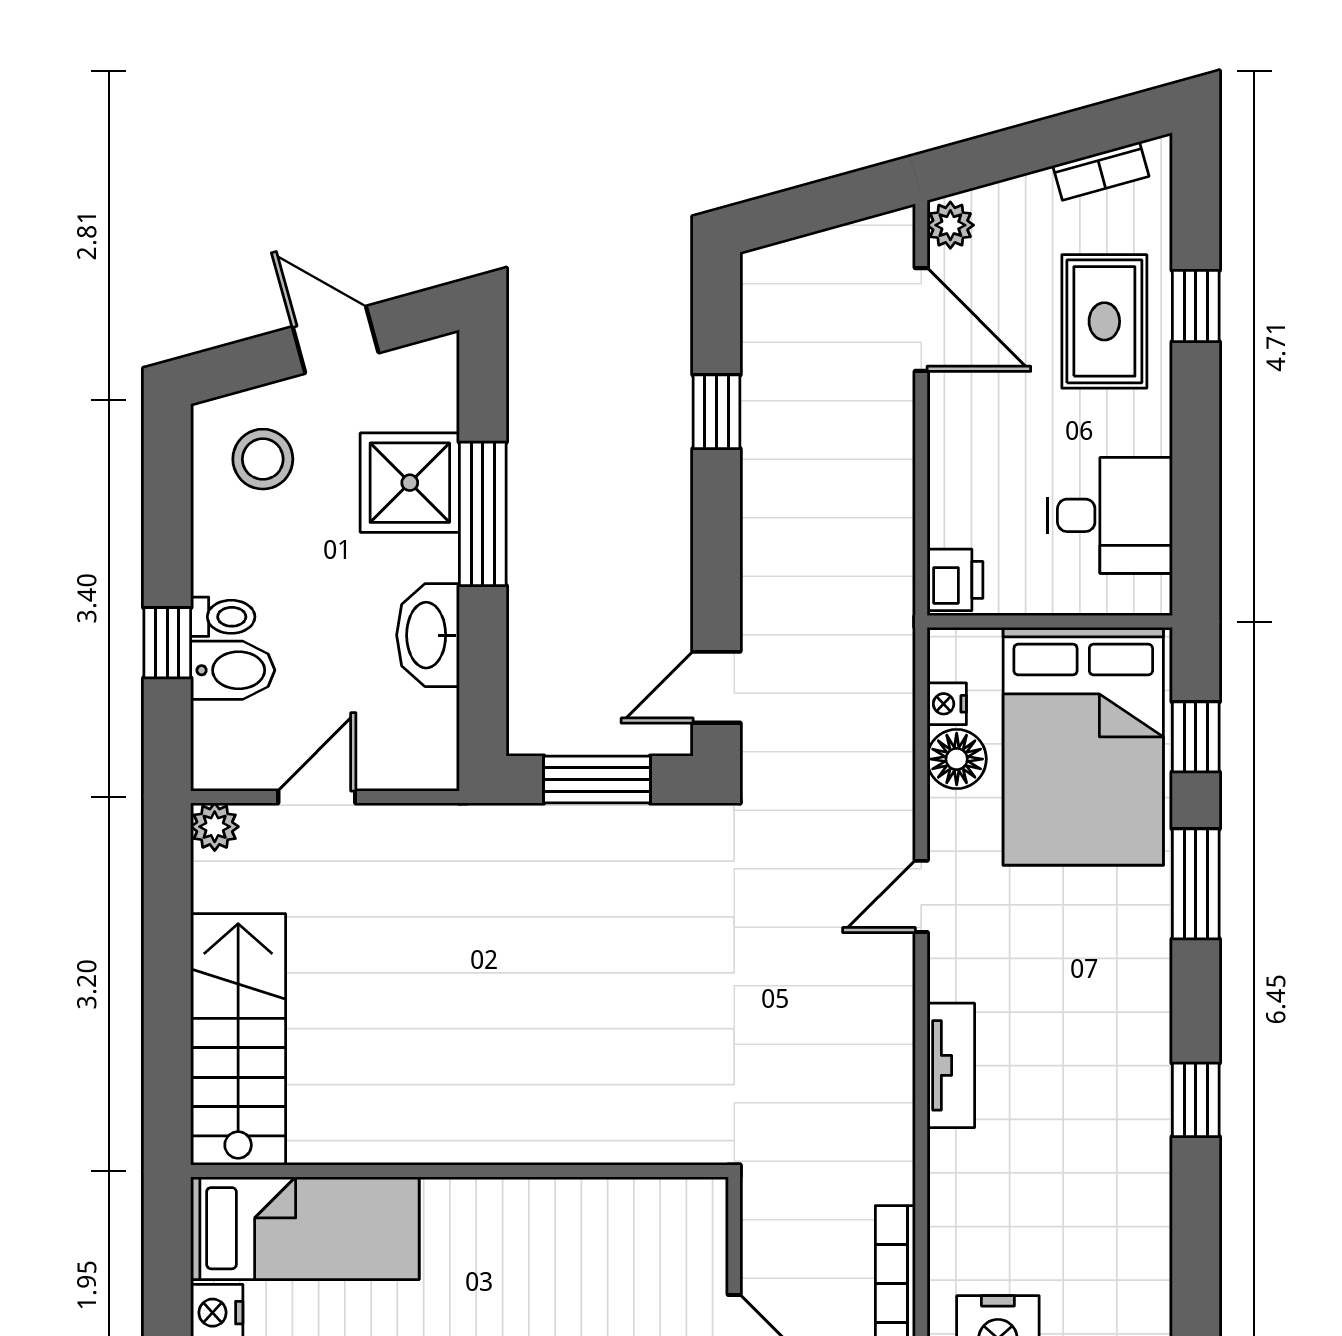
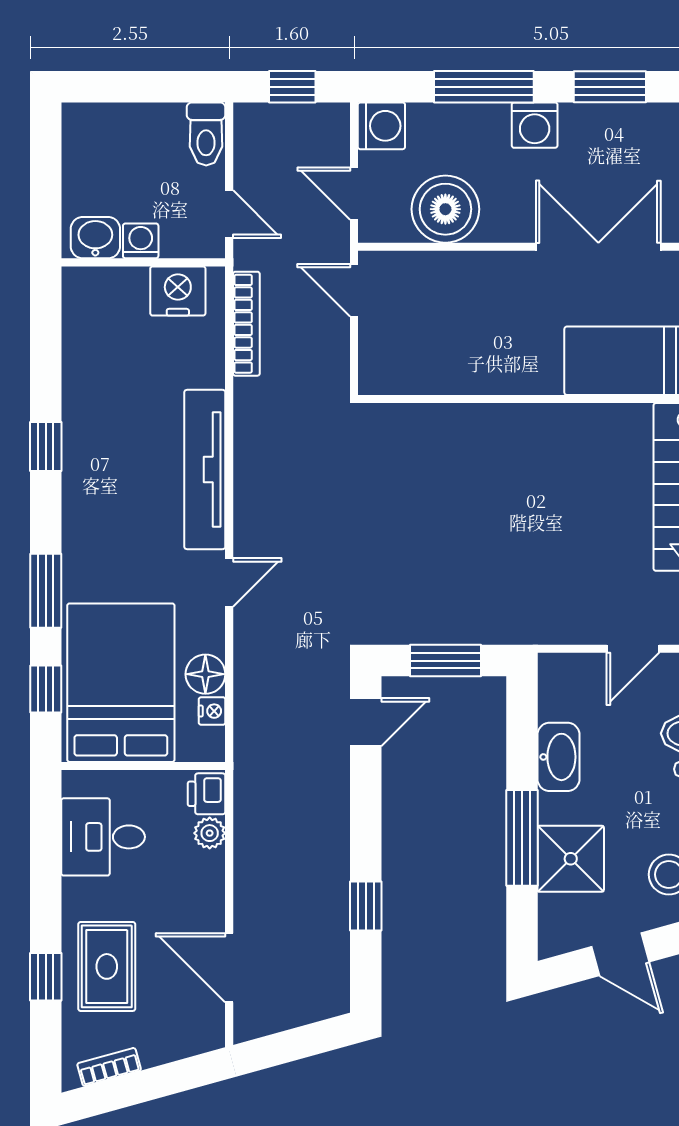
plant: (950, 225) -> (210, 833), moved
tv unit: (951, 1065) -> (205, 470), width x1.92, depth x1.29

